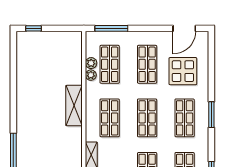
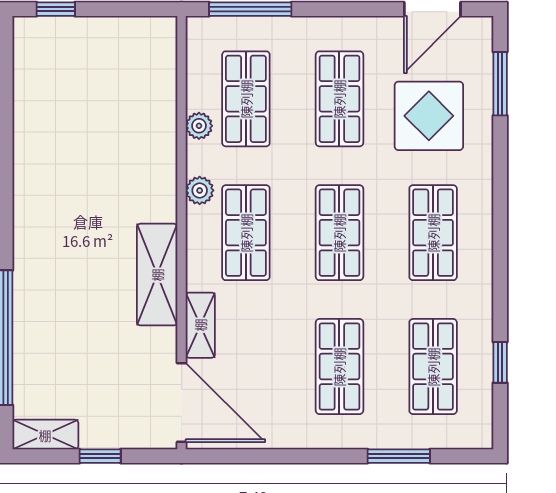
plant: (91, 63) -> (200, 190), moved
shelving: (74, 106) -> (157, 275), moved
window: (211, 115) -> (500, 84), moved

